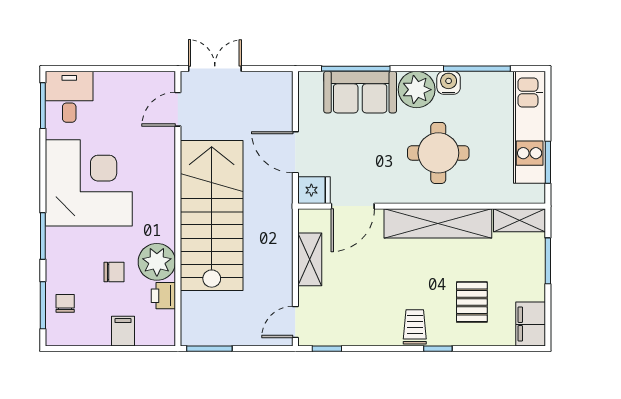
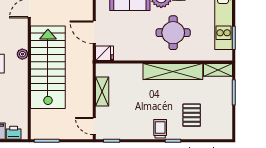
door: (353, 206) -> (126, 62), removed
plant: (157, 262) -> (22, 54), moved, width x0.53, depth x0.53
printer: (163, 296) -> (14, 133), moved, turned 90
door: (295, 322) -> (94, 126), hinge flipped
filing cabinet: (531, 324) -> (224, 127), removed

